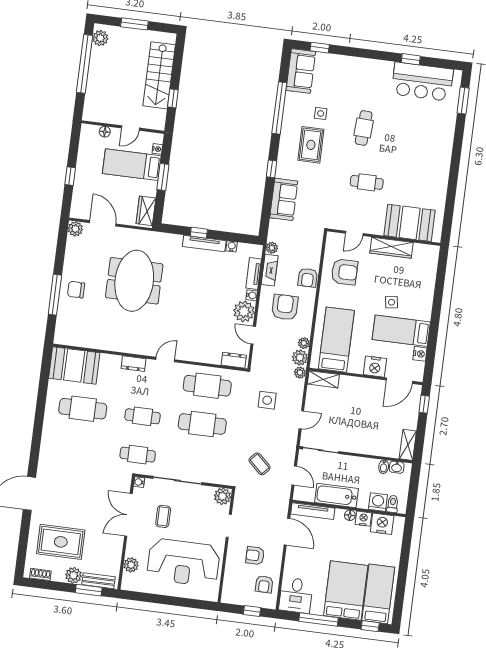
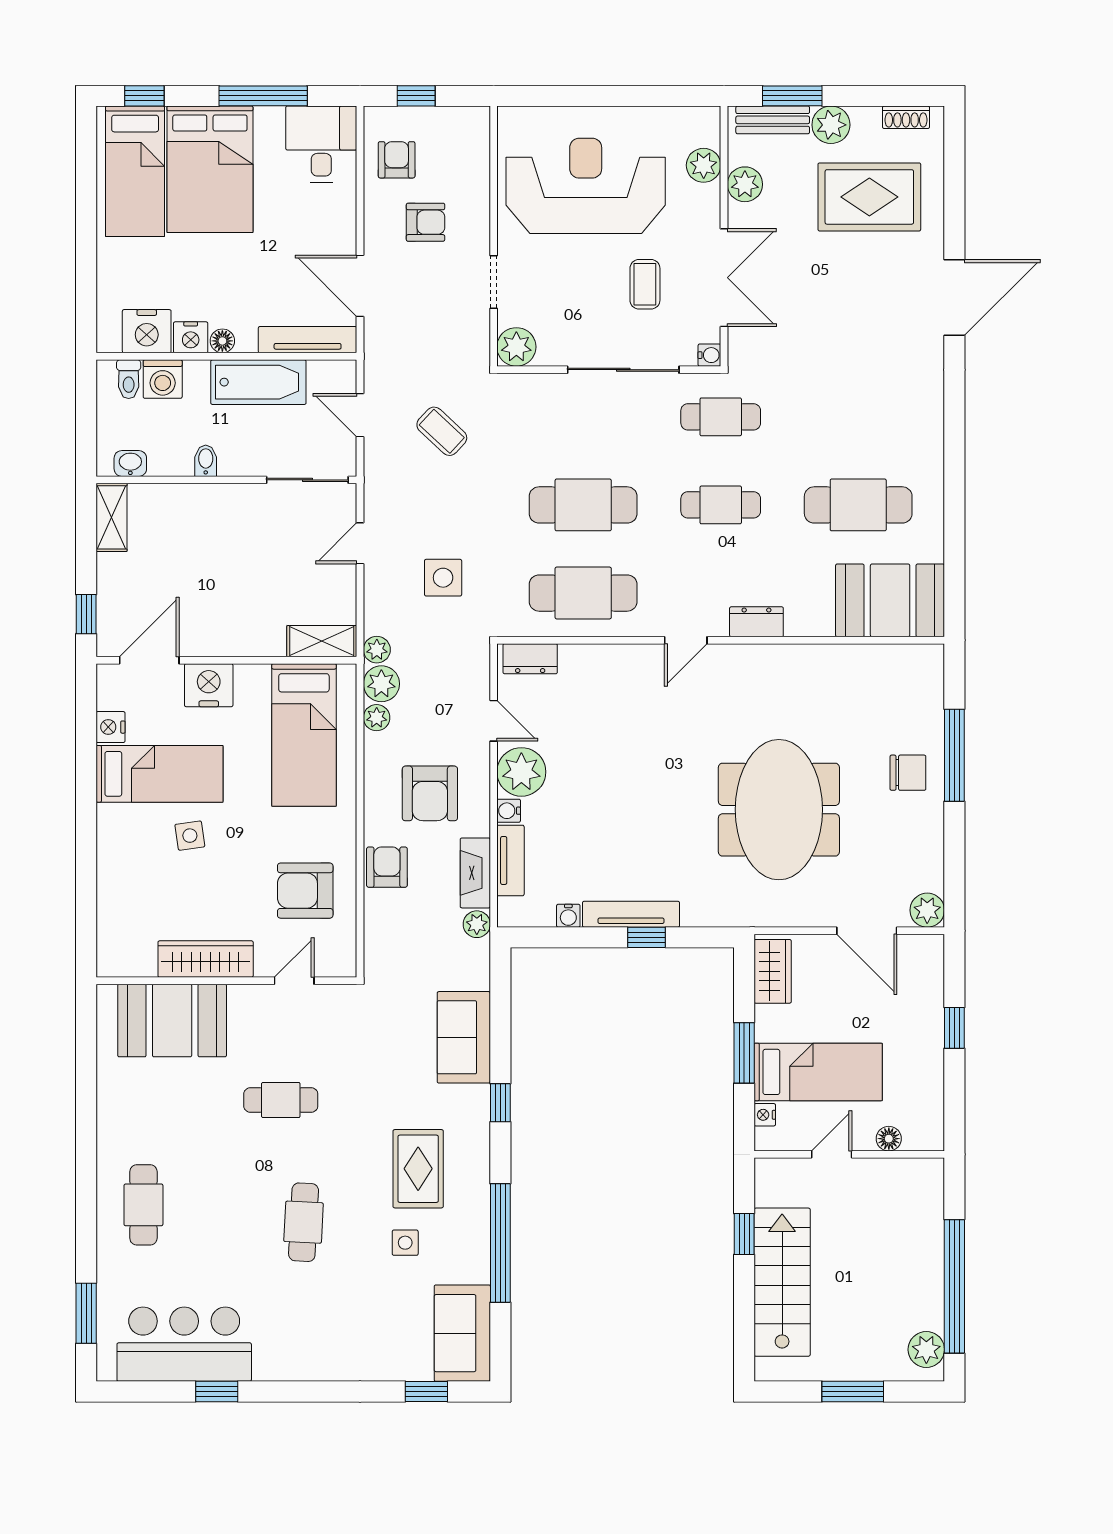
cafe table: (432, 144) -> (143, 1205), added
bidet: (384, 467) -> (206, 461), moved
plant: (114, 554) -> (745, 184), added

